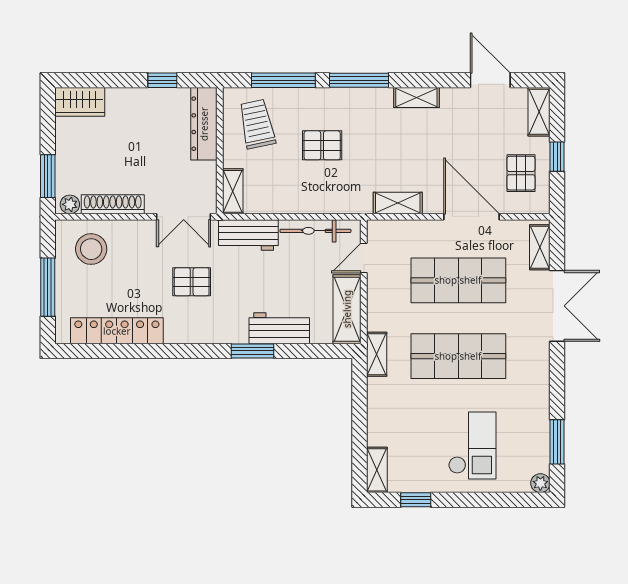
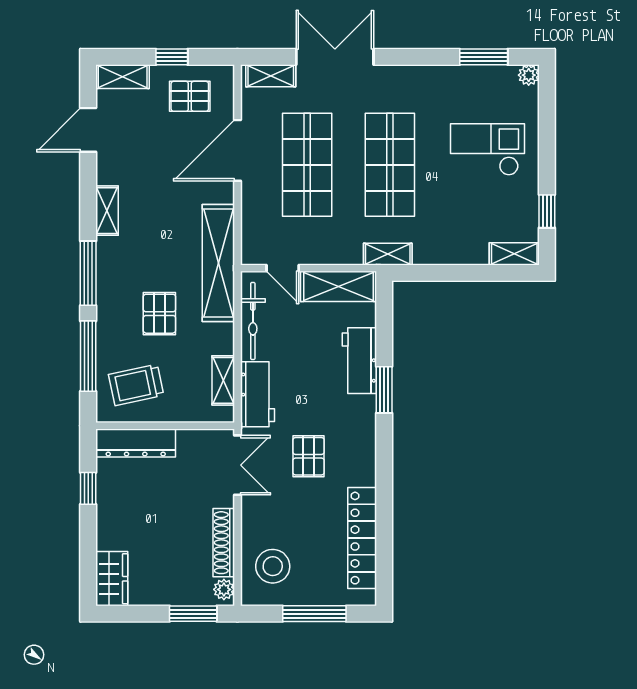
shelving: (233, 191) -> (223, 380), moved, turned 90
shelving: (398, 203) -> (218, 263), width x2.20, depth x1.33

